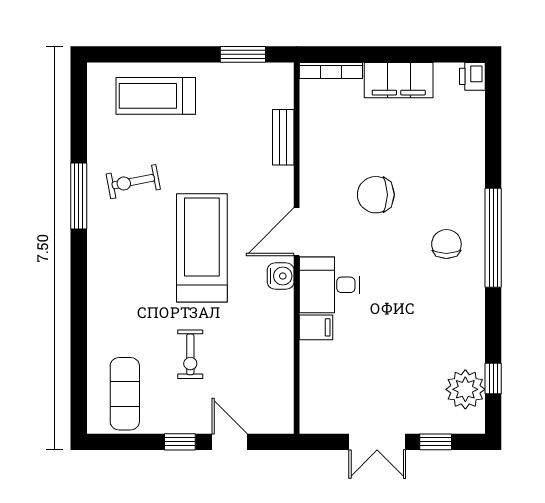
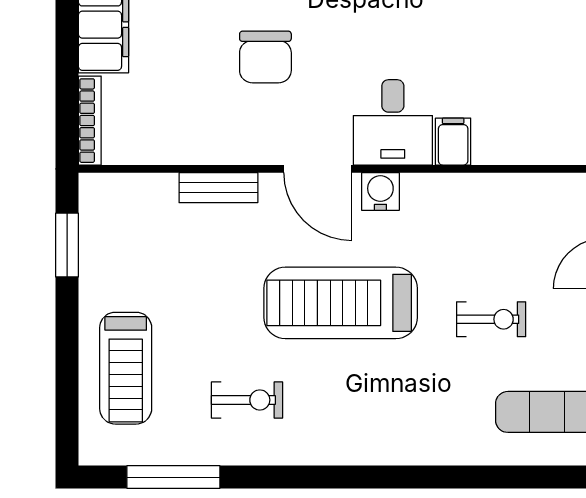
bench: (283, 137) -> (218, 188), moved
exercise bike: (133, 182) -> (247, 400), turned -79
window: (79, 196) -> (173, 477), moved

